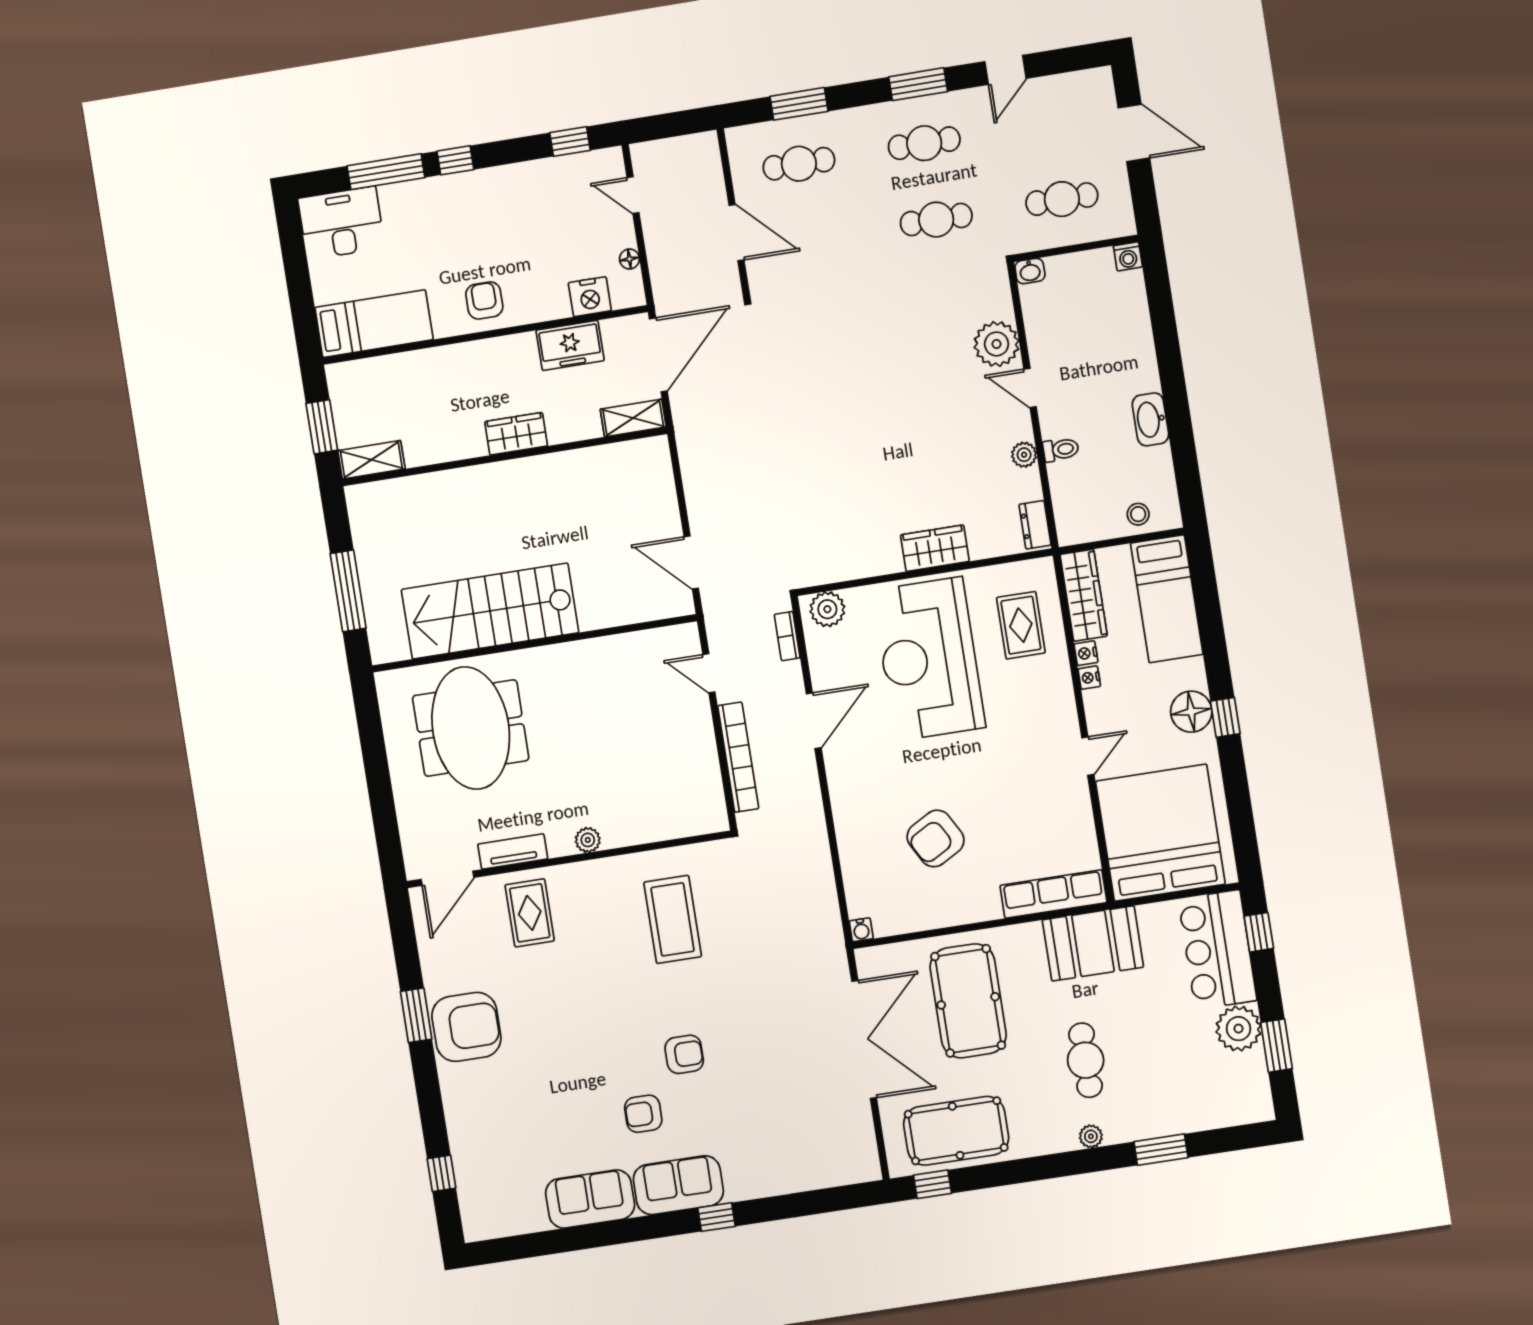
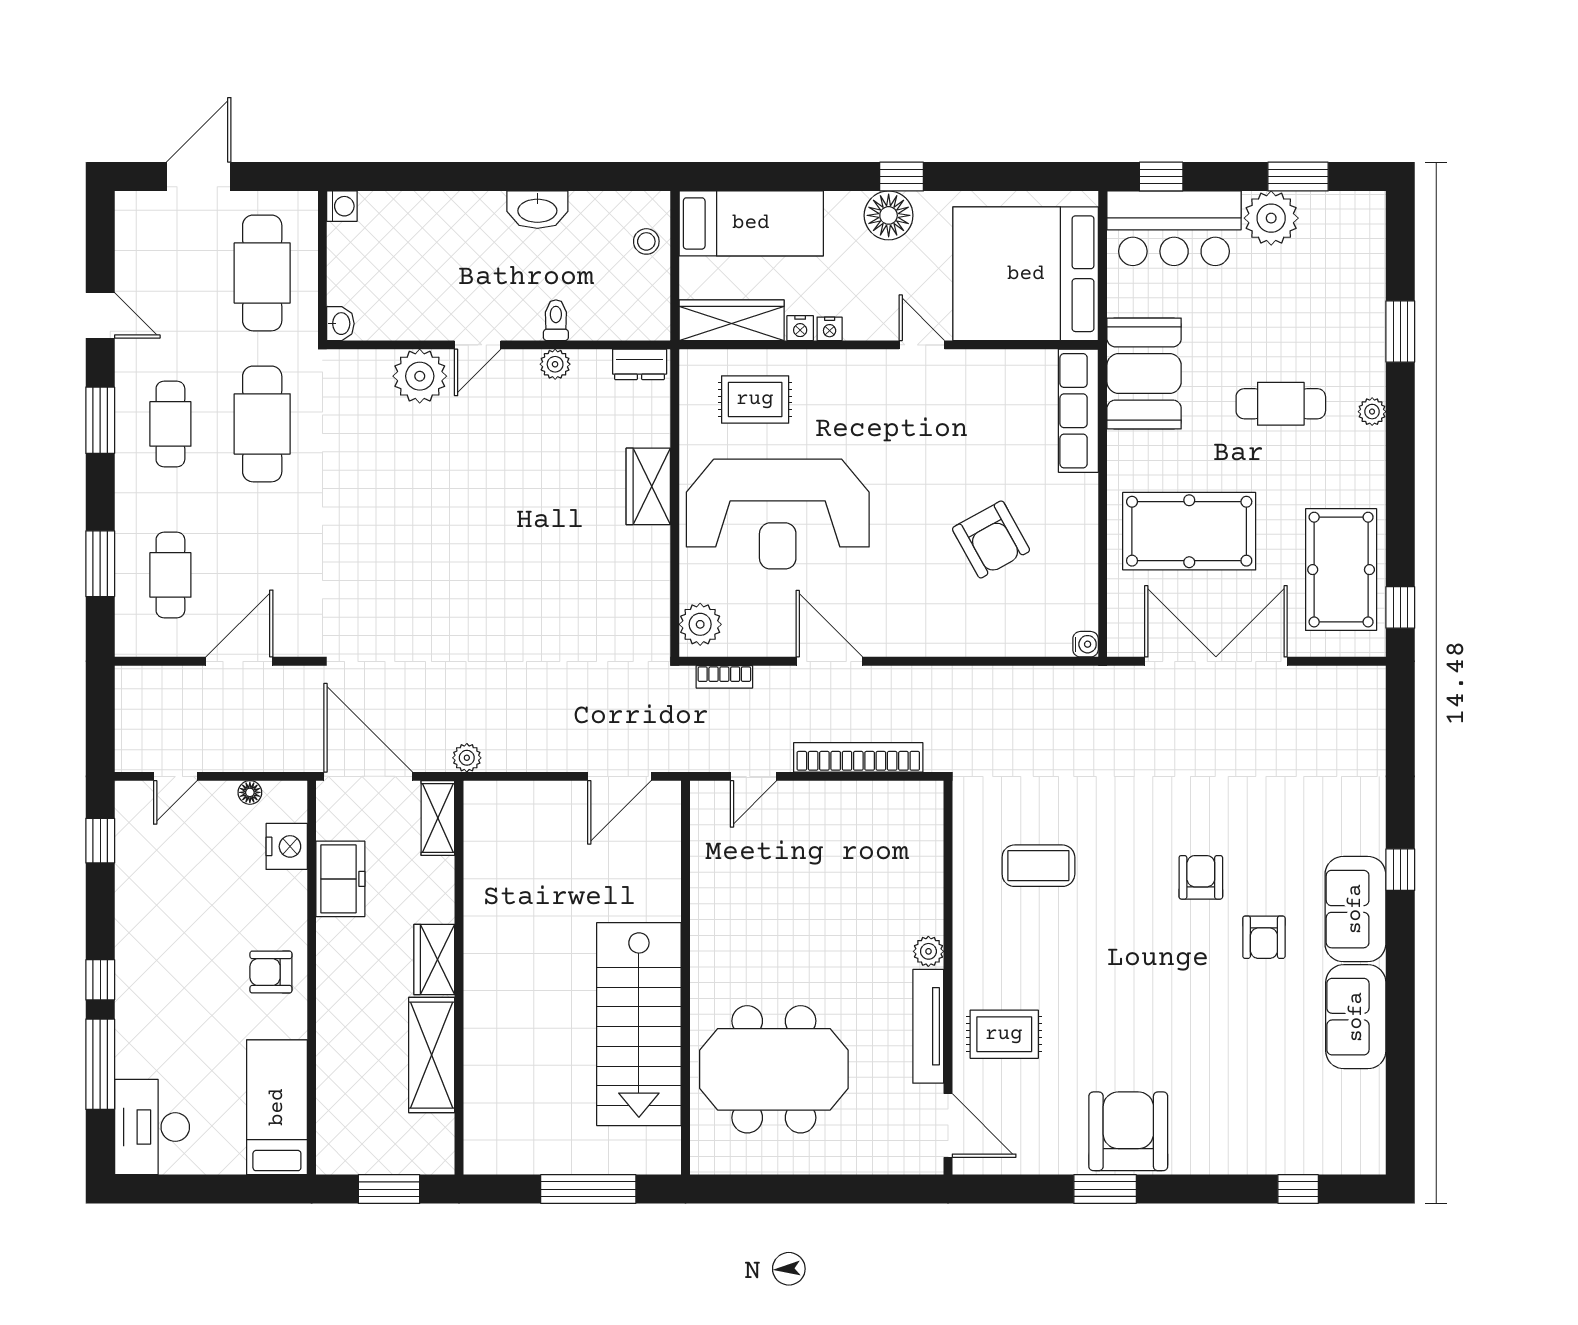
cafe table: (1062, 199) -> (262, 273), width x1.37, depth x1.35
cafe table: (936, 220) -> (262, 424), width x1.37, depth x1.35
plant: (687, 434) -> (467, 758), added
shelving: (371, 460) -> (432, 1055), moved, width x1.50, depth x1.33
tv unit: (513, 852) -> (928, 1026), width x1.41
coffee table: (673, 919) -> (1038, 866), width x0.73, depth x0.76

